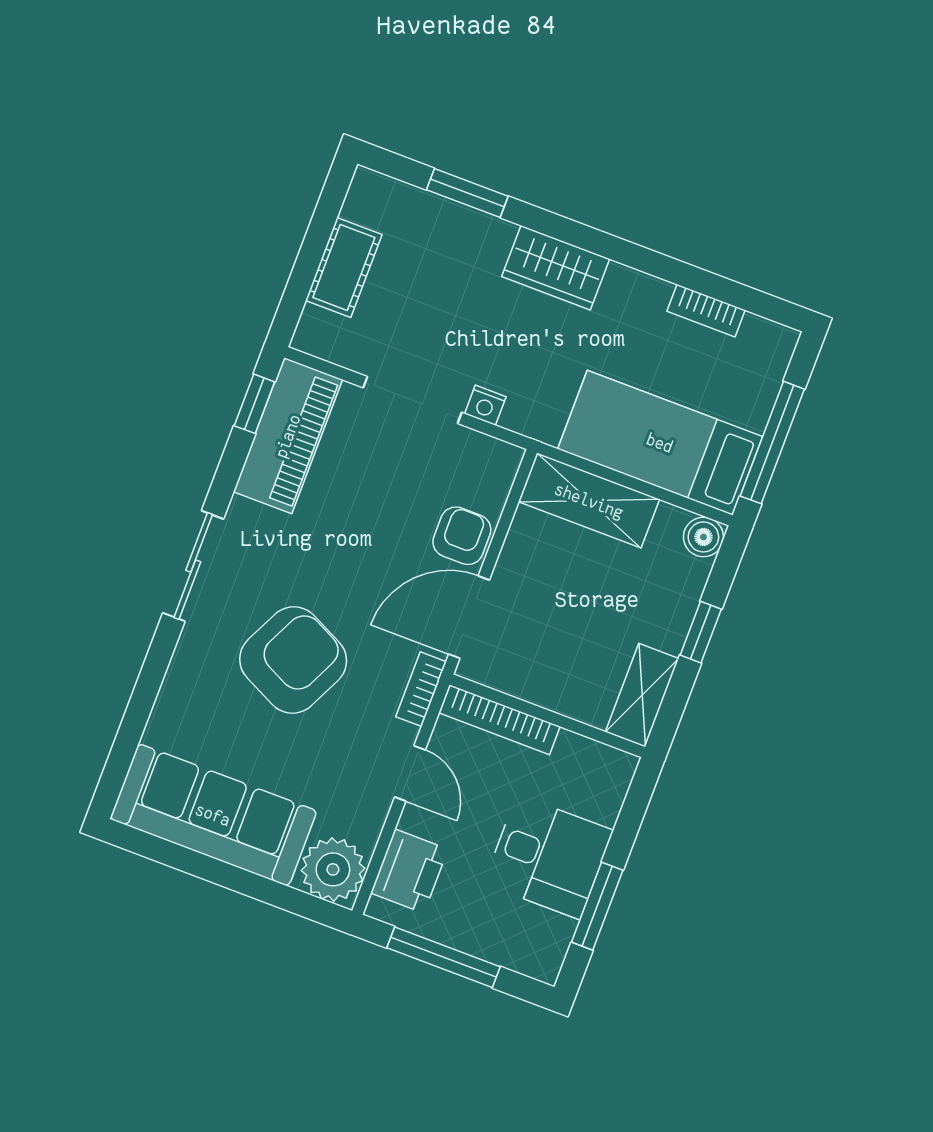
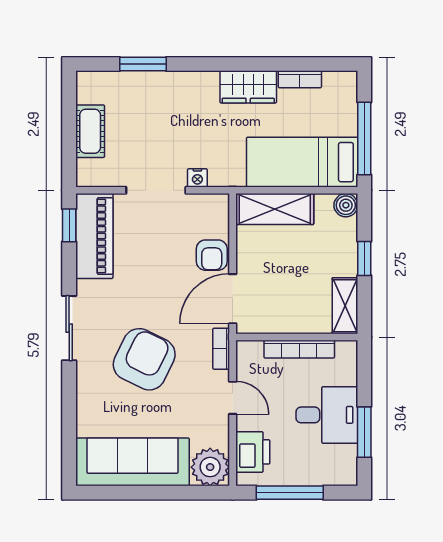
wardrobe: (556, 268) -> (248, 87), moved
armchair: (462, 536) -> (212, 255), turned 180
bookcase: (499, 720) -> (299, 349), moved

